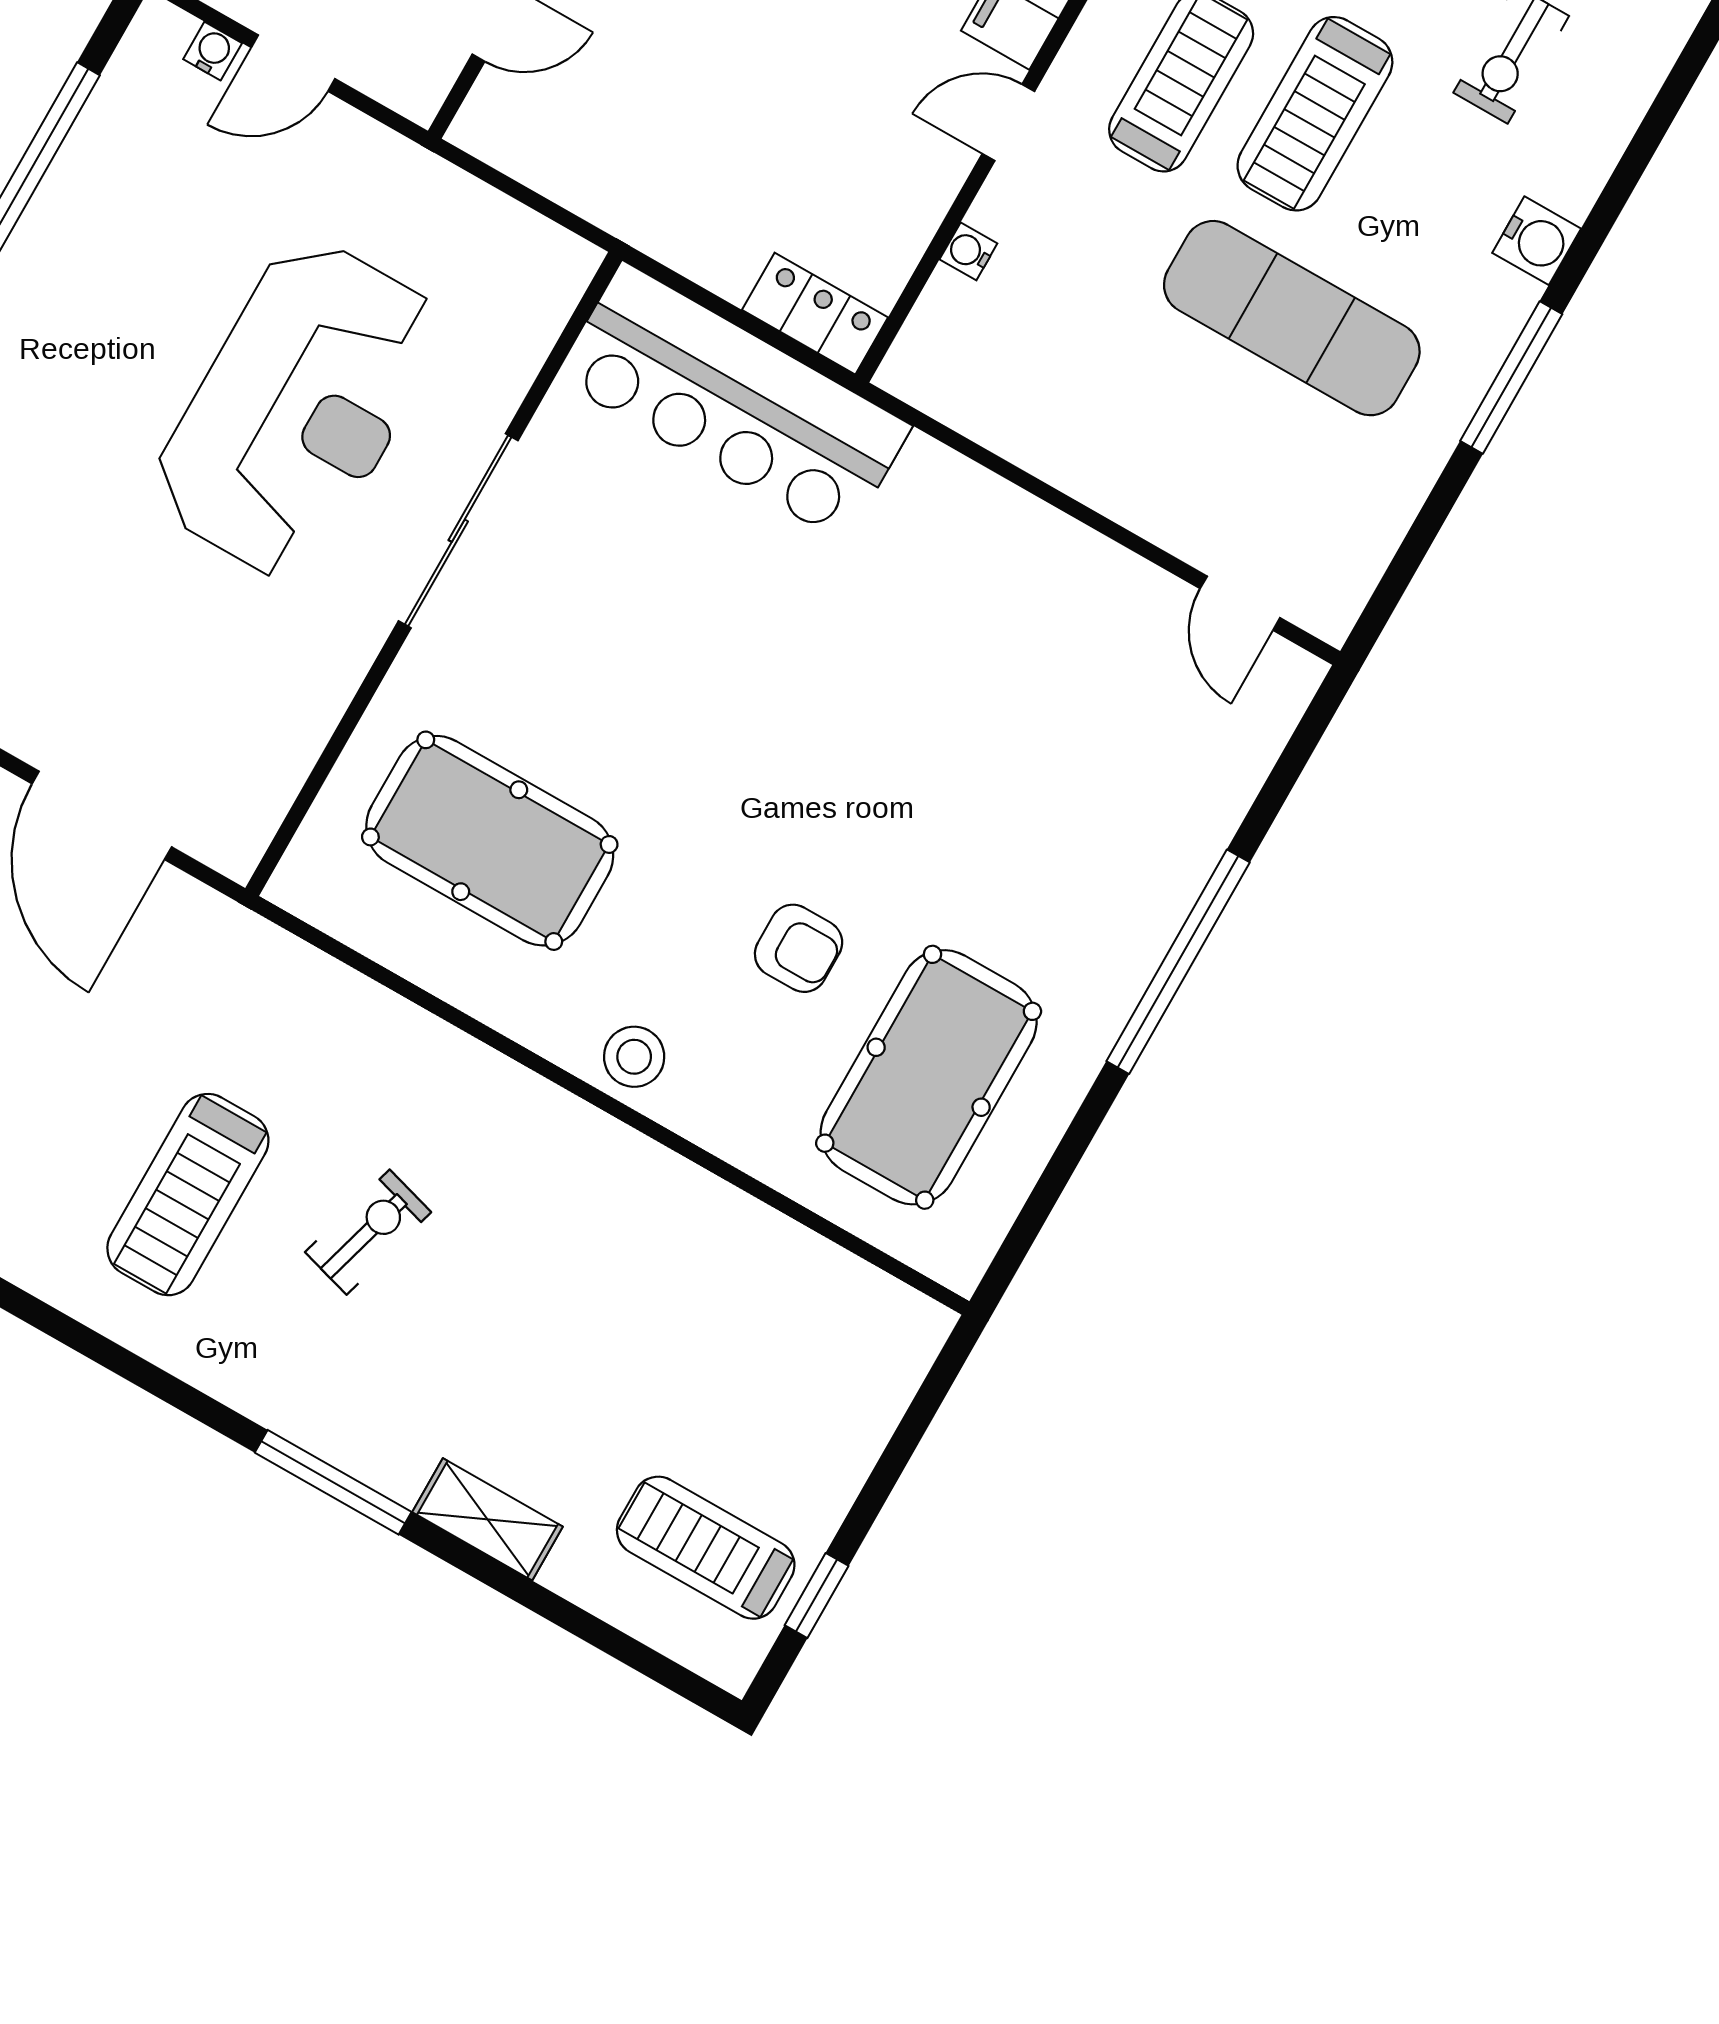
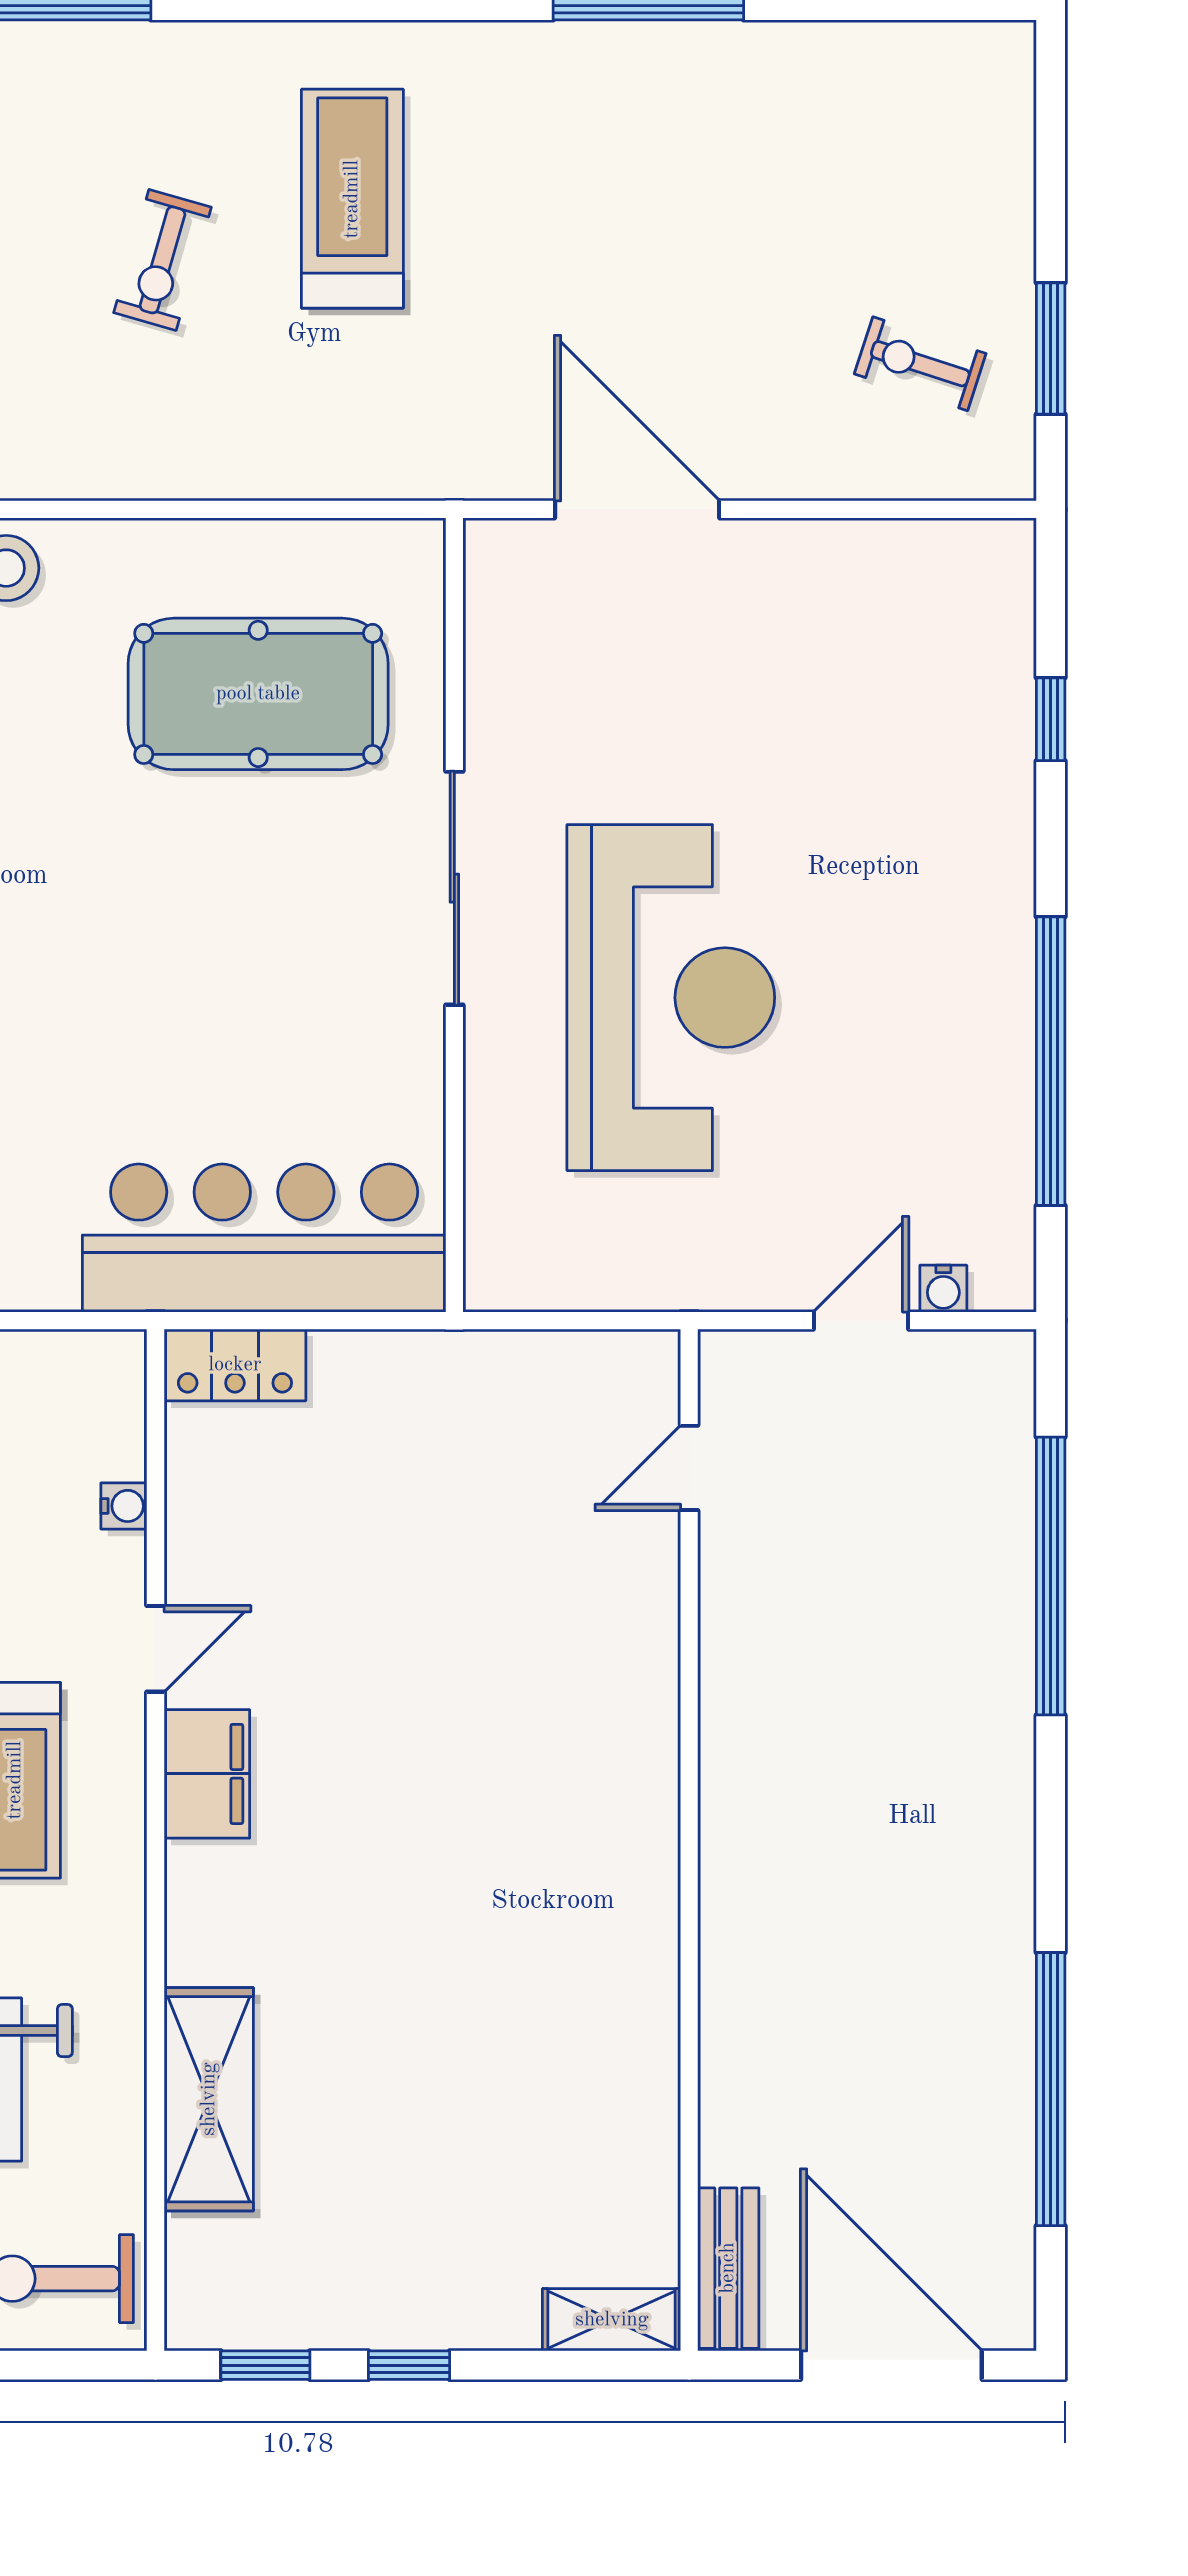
reception desk: (298, 409) -> (671, 998), turned 180
sliding door: (458, 531) -> (454, 888), moved

